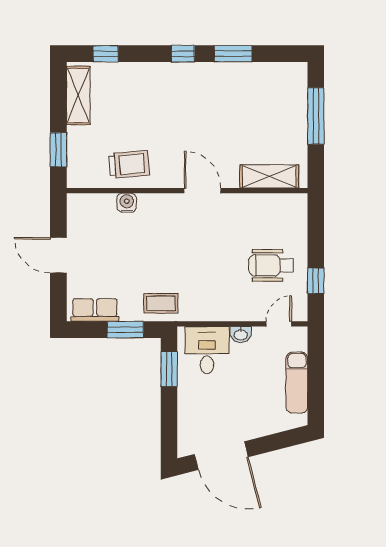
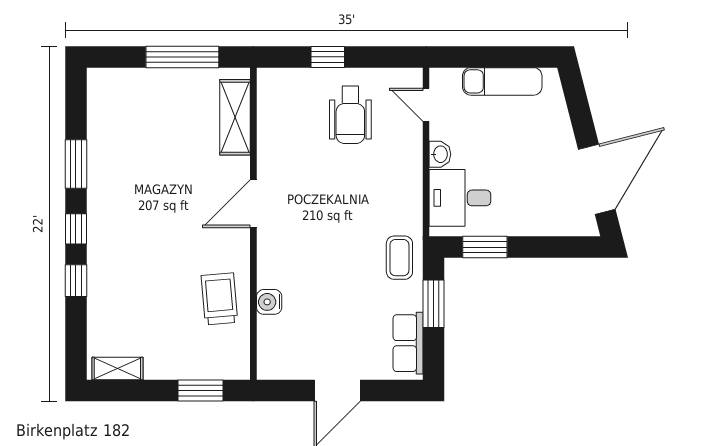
window: (106, 54) -> (76, 281), moved
shelving: (78, 95) -> (117, 369), width x0.67, depth x0.75
window: (316, 116) -> (182, 57), moved
window: (316, 281) -> (328, 57), moved

